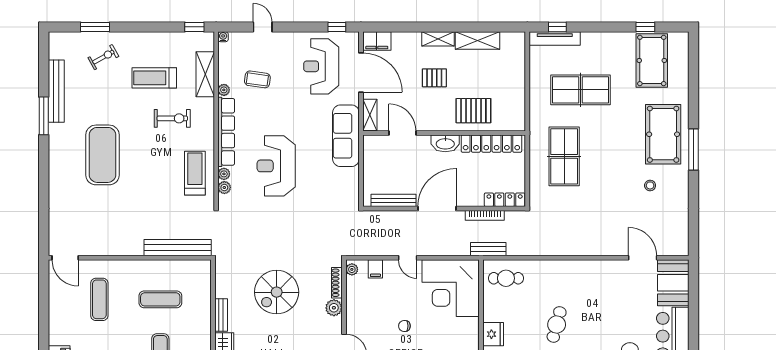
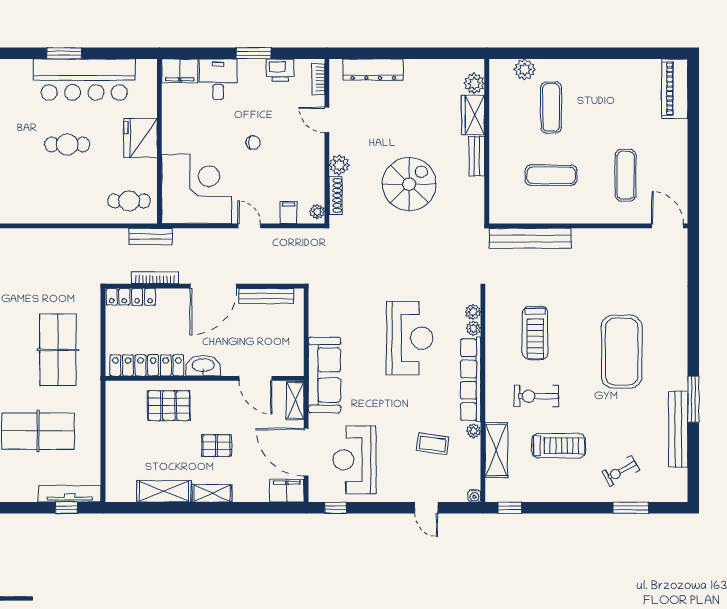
reception desk: (321, 66) -> (355, 460), turned 180
treadmill: (195, 173) -> (535, 333), moved
cafe table: (557, 324) -> (67, 144), turned 75
fridge: (493, 334) -> (141, 138), width x1.36, depth x1.34

